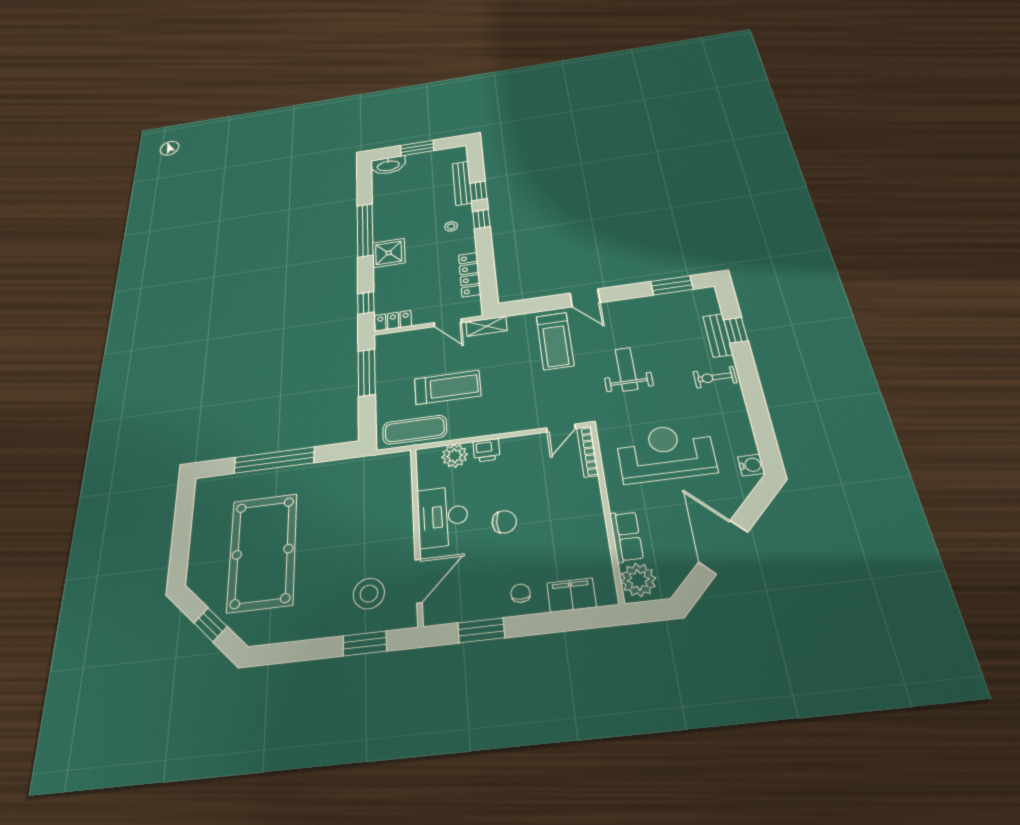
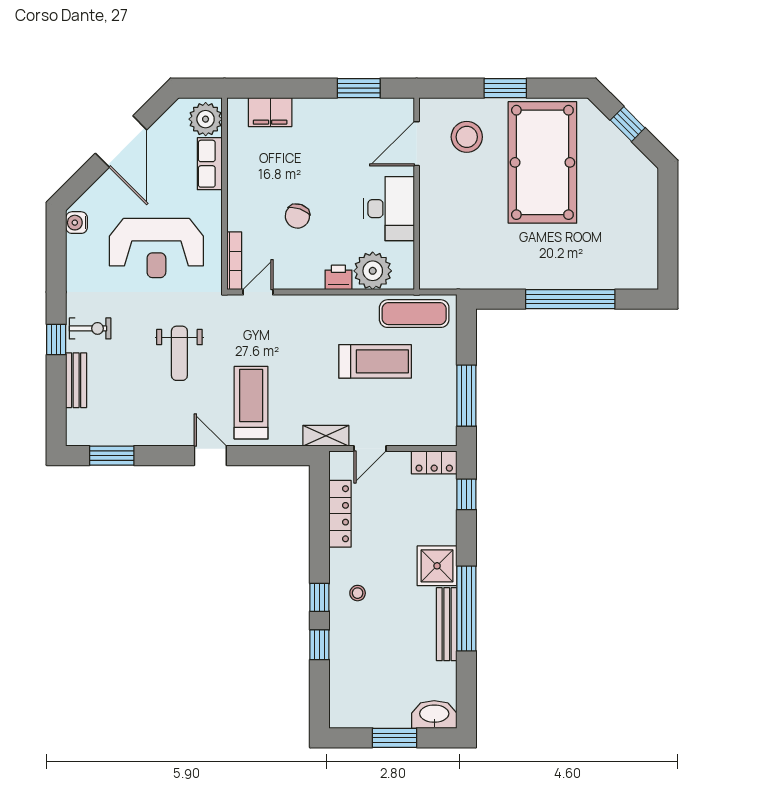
bench: (462, 183) -> (447, 624), moved
door: (448, 323) -> (370, 449), swing flipped
window: (736, 330) -> (56, 340), moved
treadmill: (448, 387) -> (375, 361), turned 180
plant: (455, 456) -> (373, 271), width x1.36, depth x1.36
chair: (504, 522) -> (297, 216), moved, turned -71
pool table: (263, 552) -> (542, 162), moved
chair: (521, 593) -> (318, 120), removed
window: (365, 643) -> (505, 88), moved

